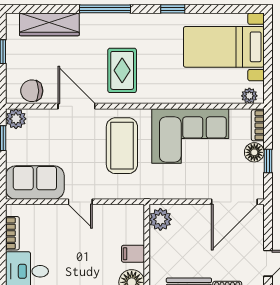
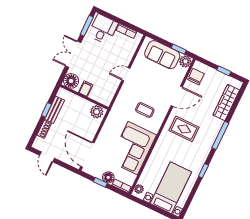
coffee table: (122, 146) -> (145, 110), width x0.54, depth x0.58
sofa: (35, 183) -> (162, 55), moved, turned 90

